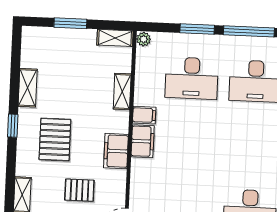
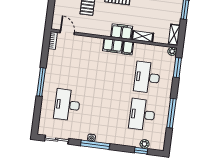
window: (197, 29) -> (177, 68), moved
filing cabinet: (116, 151) -> (122, 32), moved

